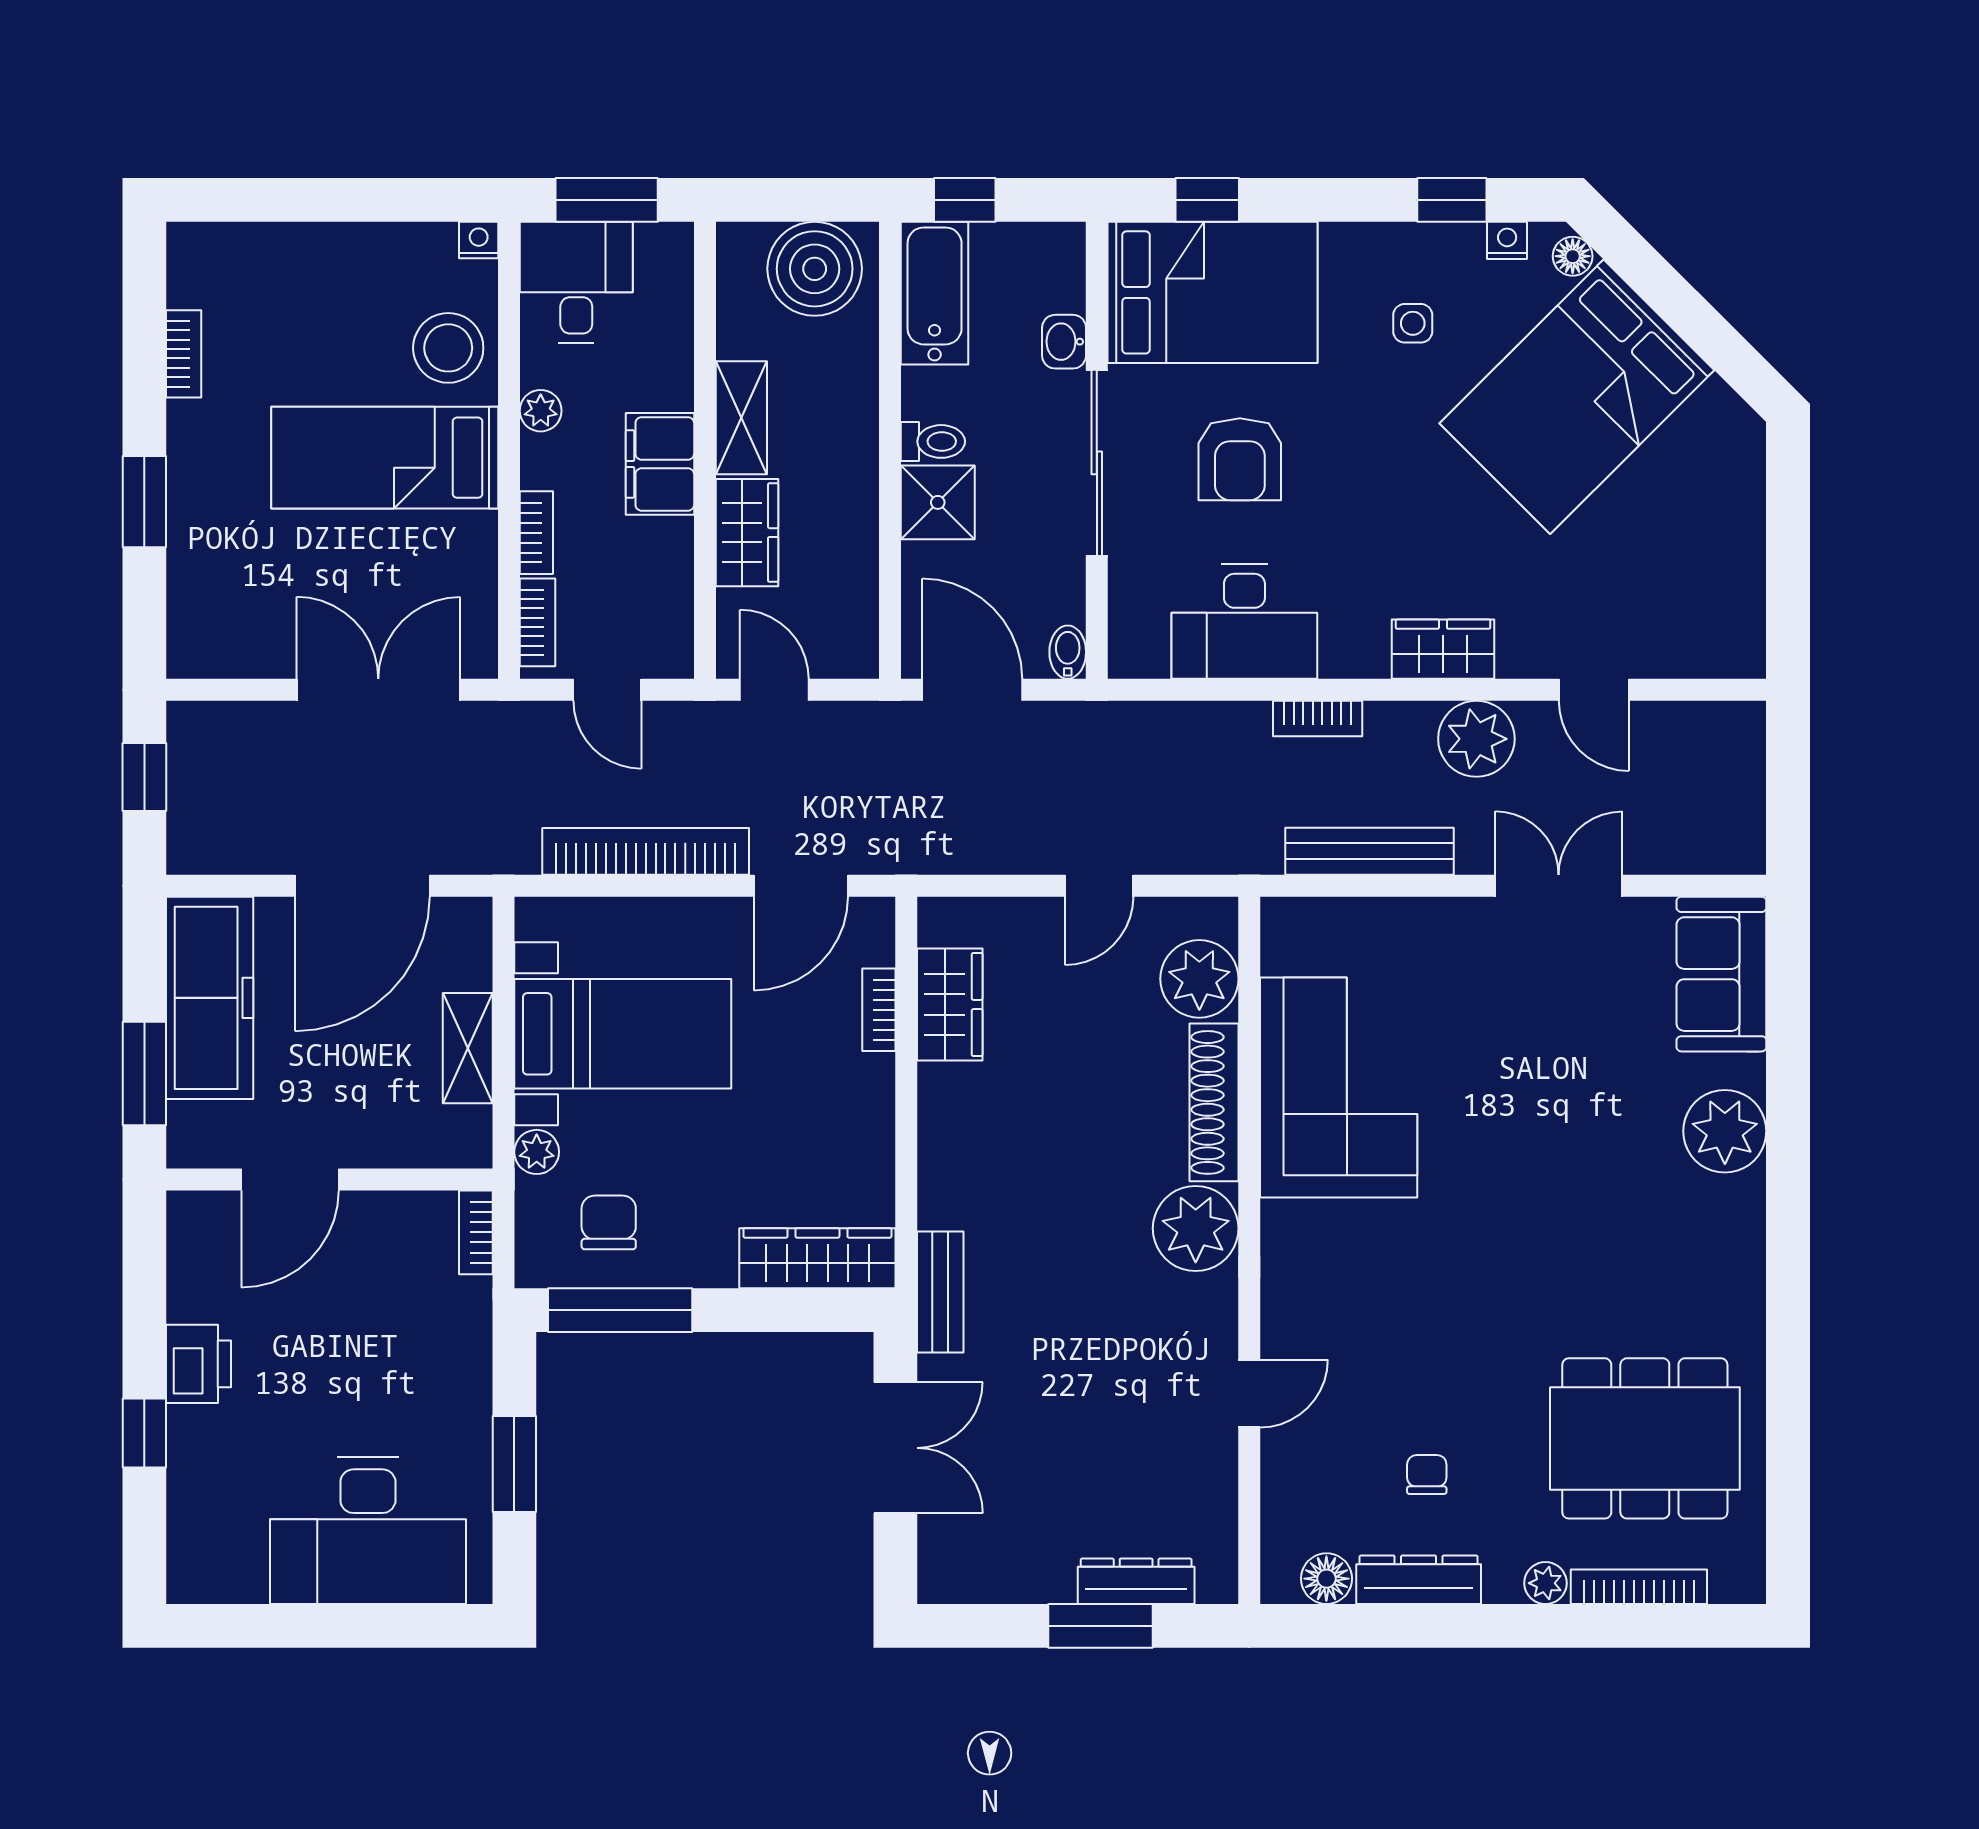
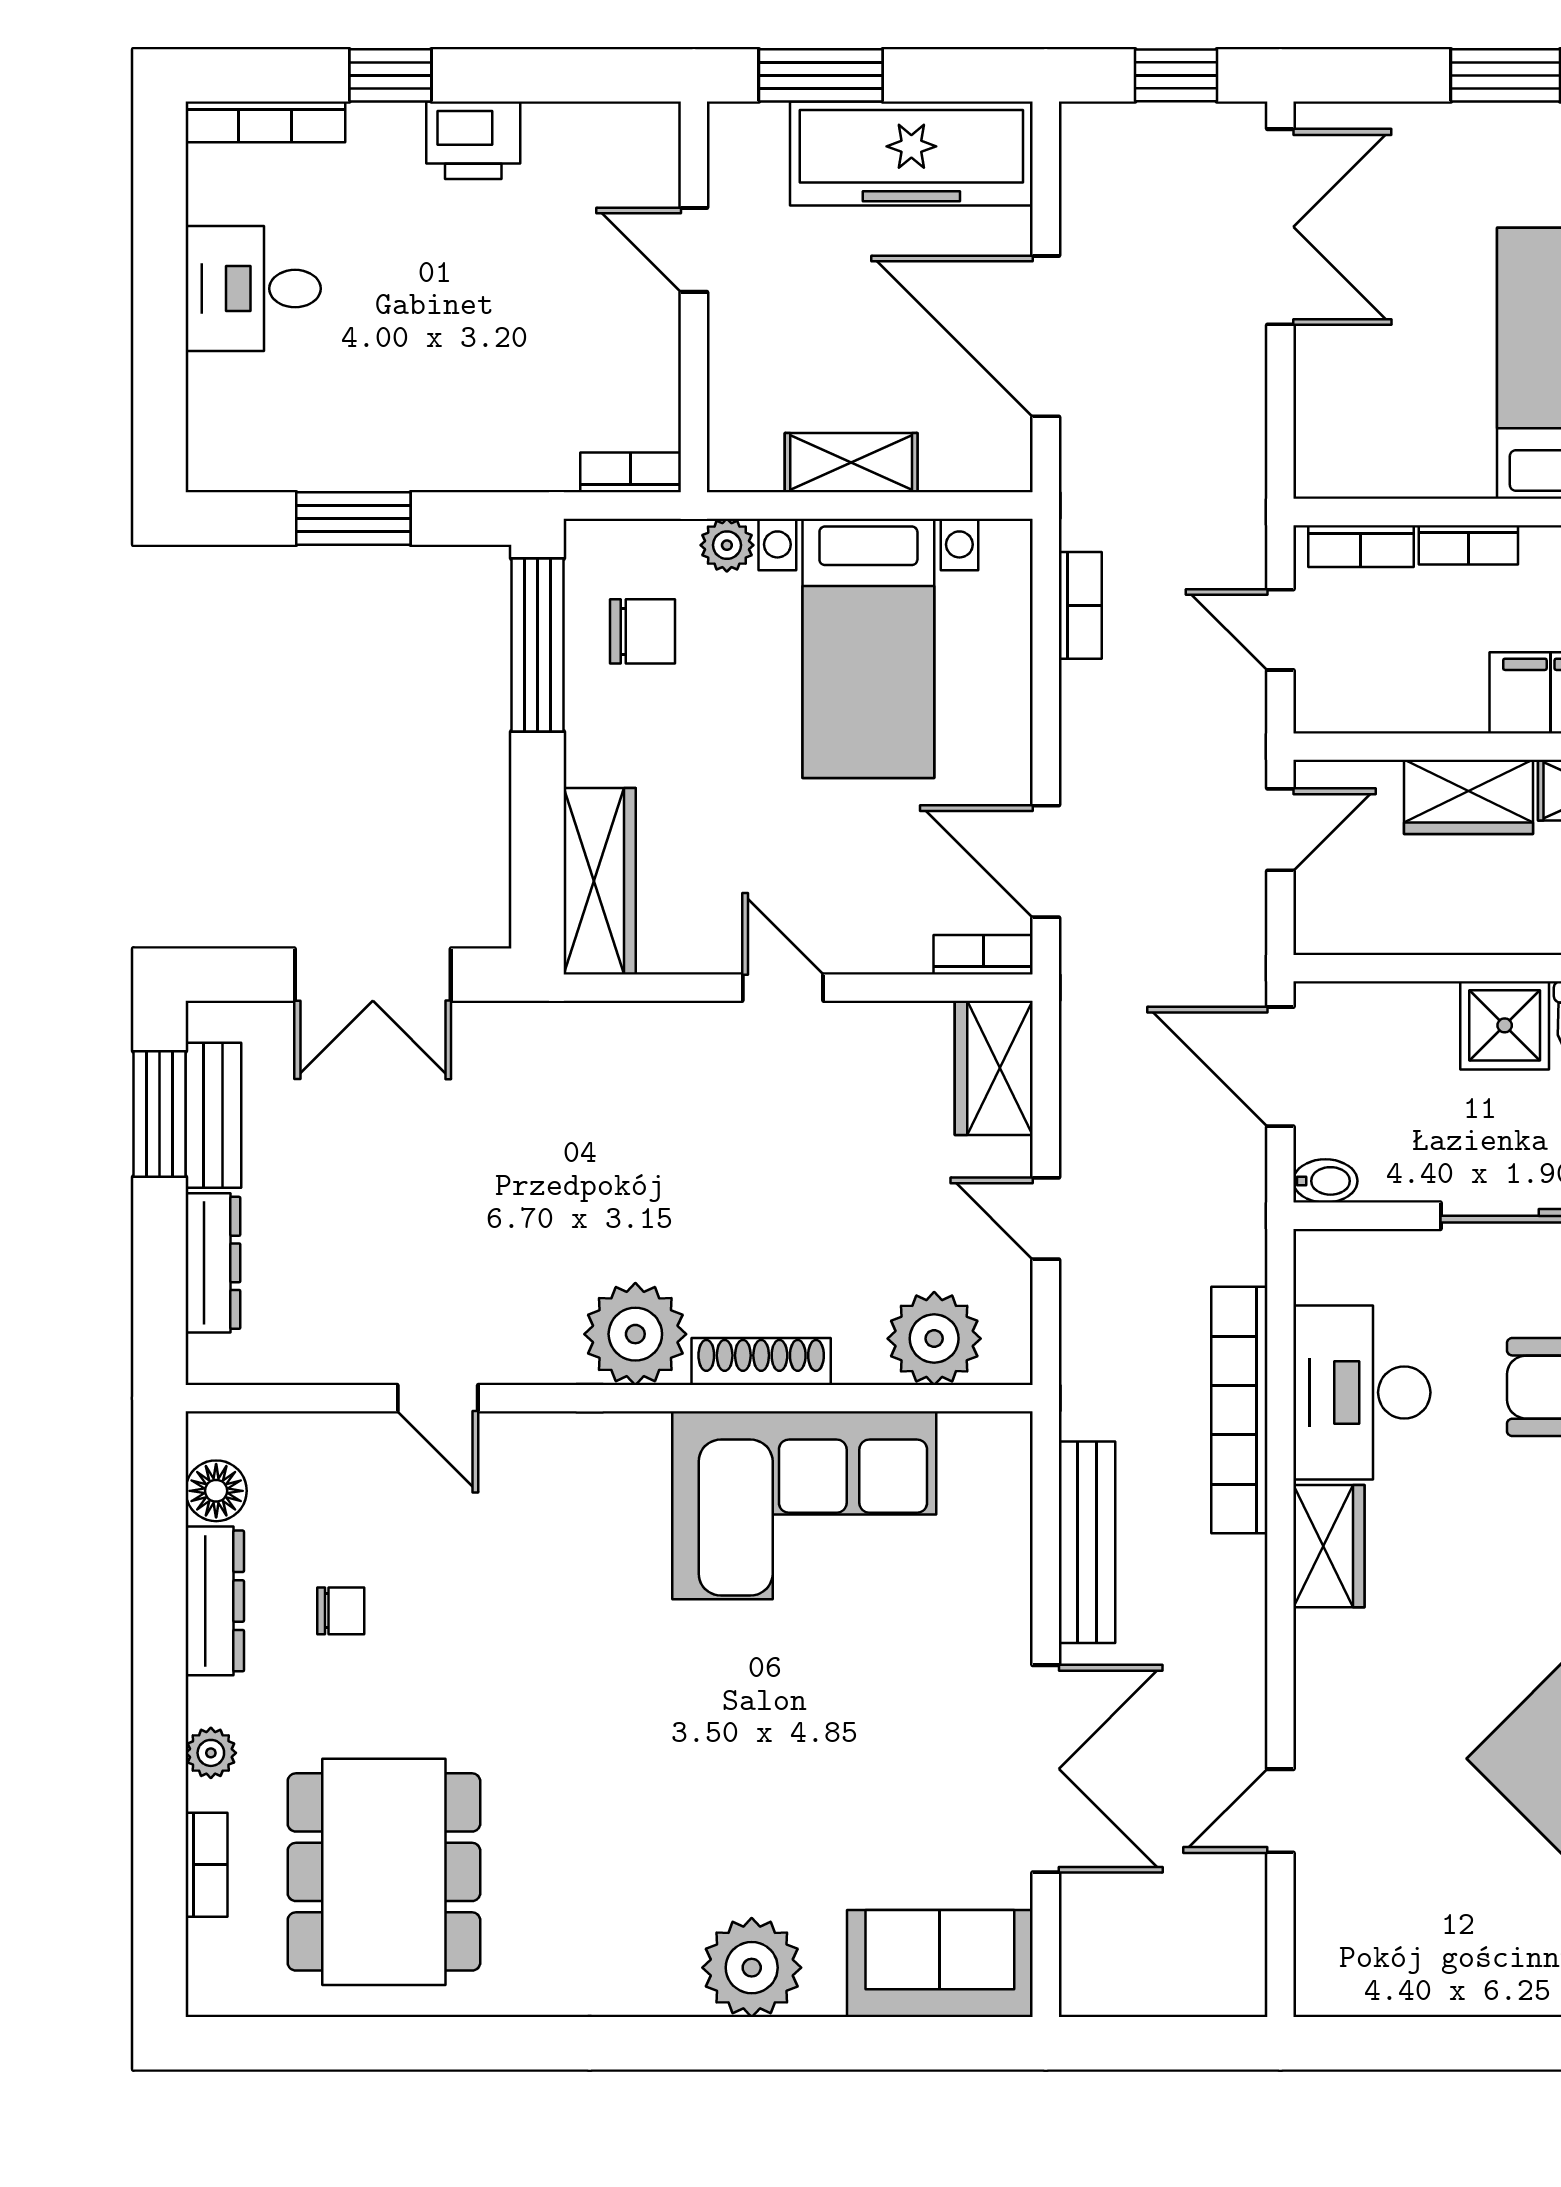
wardrobe: (1443, 649) -> (1329, 1546), moved
double door: (378, 690) -> (1280, 227), moved
door: (607, 690) -> (1280, 630), hinge flipped
door: (972, 690) -> (1280, 1067), swing flipped
bookcase: (1318, 718) -> (1239, 1410), width x2.31, depth x1.31
plant: (1476, 739) -> (1222, 1670), removed
bookcase: (646, 851) -> (1080, 605), width x0.43, depth x0.76
double door: (1559, 886) -> (1046, 1769), width x1.37
wardrobe: (950, 1004) -> (994, 1068), moved, turned 90
bookcase: (879, 1010) -> (983, 955), moved
shoe rack: (1214, 1102) -> (761, 1362), width x0.74, depth x0.81
door: (906, 1105) -> (783, 988), added
door: (290, 1180) -> (694, 250), width x0.73
bench: (940, 1292) -> (213, 1115), moved, turned 90
desk: (368, 1531) -> (253, 289), width x0.53, depth x0.77
bookcase: (183, 1538) -> (265, 122), added
bookcase: (1639, 1587) -> (206, 1865), width x0.64
window: (1100, 1626) -> (160, 1114), moved

